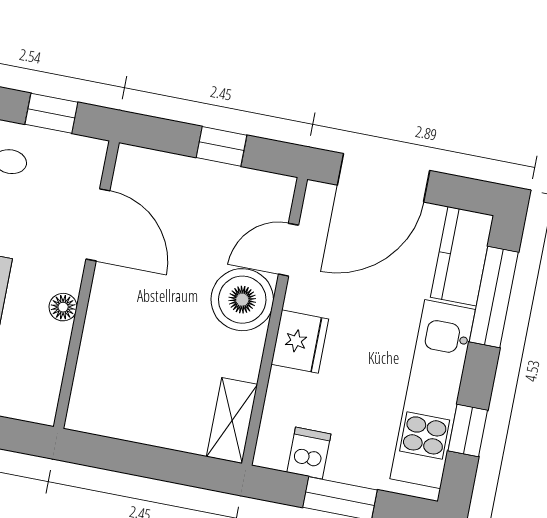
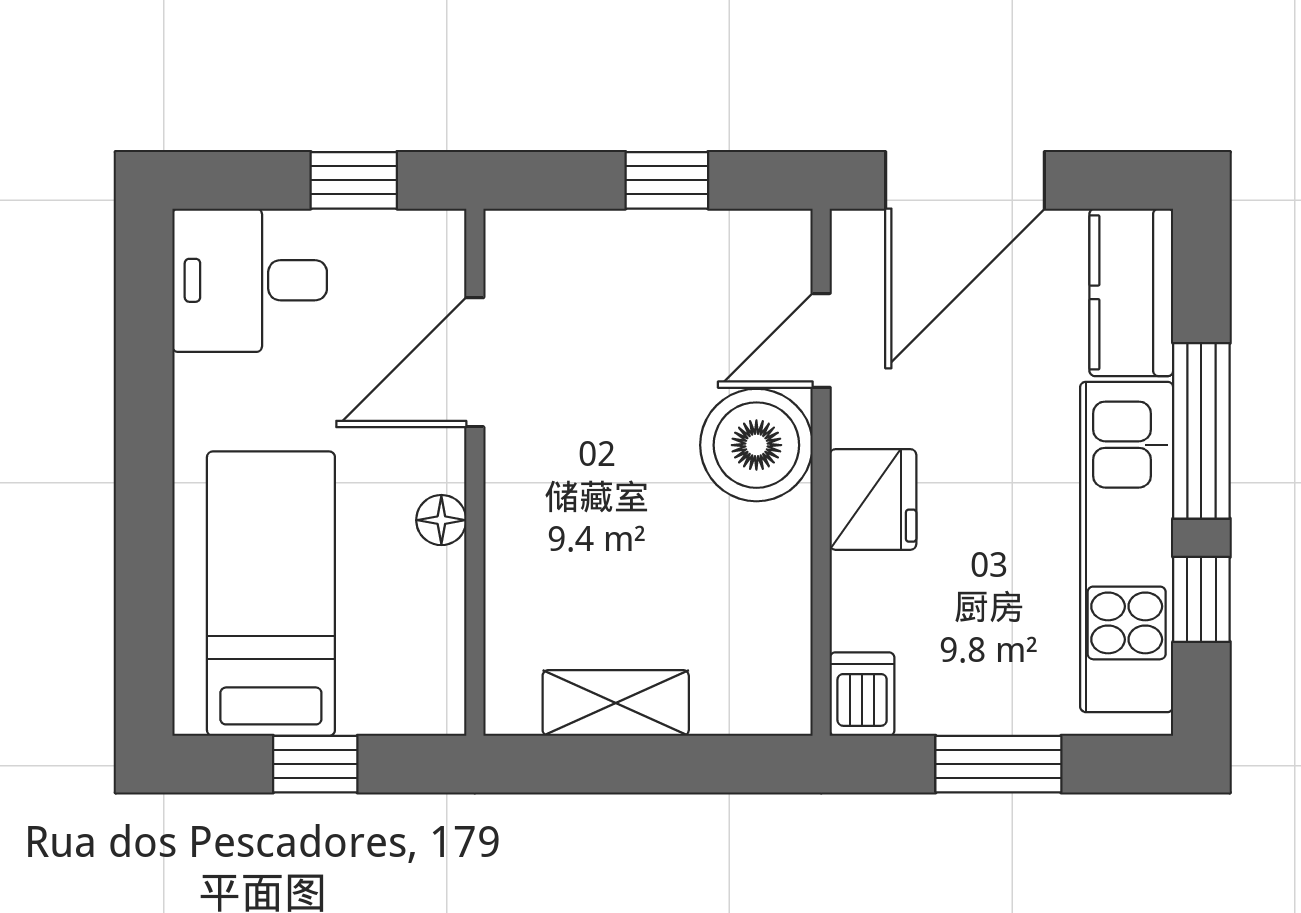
door: (98, 225) -> (475, 362), swing flipped
window: (494, 297) -> (1201, 431), moved
shelving: (232, 420) -> (616, 703), moved, turned 90
dishwasher: (309, 453) -> (862, 694), moved

